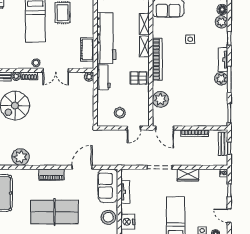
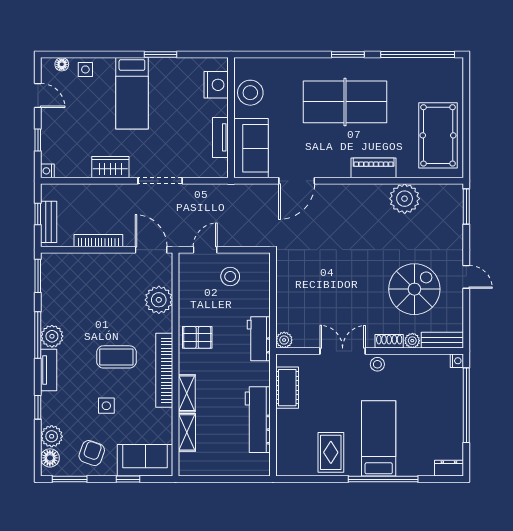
armchair: (199, 12) -> (92, 453), added
workbench: (106, 38) -> (258, 420), width x0.73, depth x0.76
coffee table: (184, 67) -> (116, 357), added
piano: (52, 174) -> (374, 168), moved

